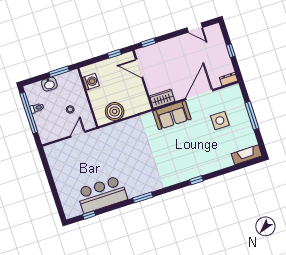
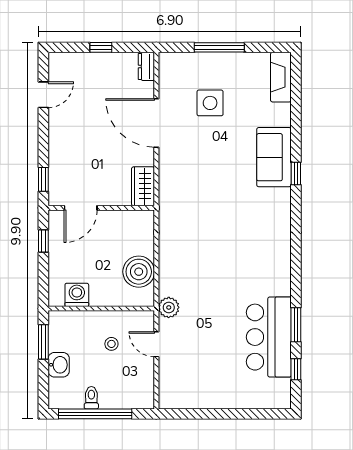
sofa: (172, 115) -> (274, 157), moved, turned 180
plant: (100, 134) -> (169, 307), added
window: (143, 198) -> (296, 325), moved

